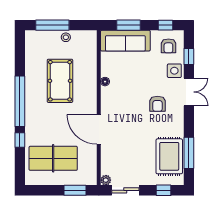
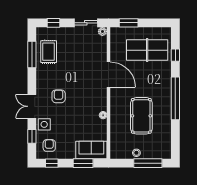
sofa: (125, 41) -> (91, 150), width x0.73
window: (20, 140) -> (175, 55), moved
rug: (169, 156) -> (49, 52), width x0.73, depth x0.70

